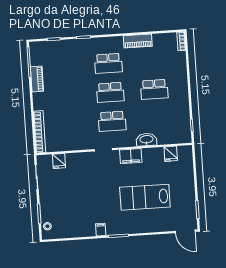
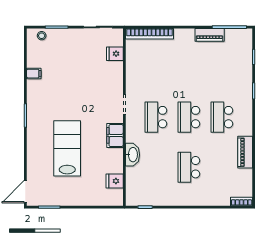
filing cabinet: (101, 230) -> (34, 74), moved

